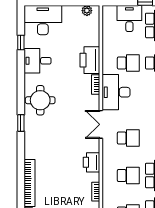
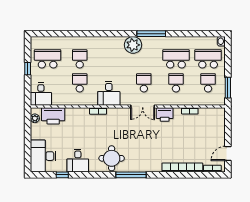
desk: (129, 19) -> (41, 94), moved, turned -90
printer: (90, 60) -> (53, 116), moved
desk: (116, 92) -> (109, 93), width x0.73
window: (21, 123) -> (131, 175), width x2.17
double door: (101, 124) -> (143, 106), moved

